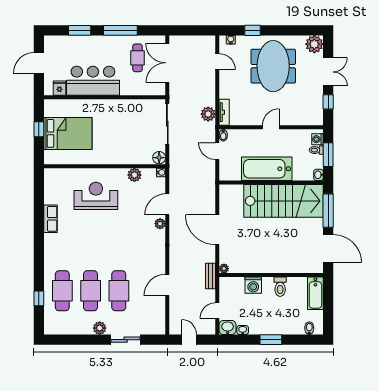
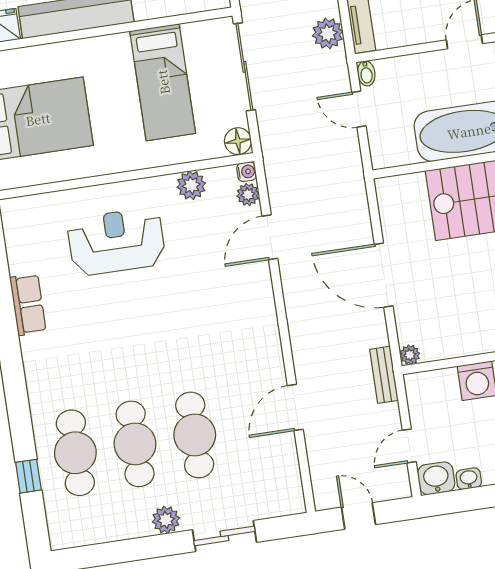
bed: (128, 125) -> (163, 82), added
plant: (160, 224) -> (248, 195), moved

